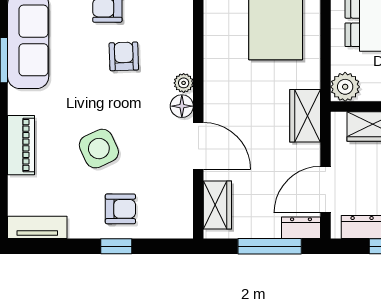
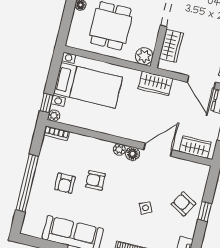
side table: (99, 149) -> (145, 208), width x0.54, depth x0.54
armchair: (120, 209) -> (184, 204), turned -60

